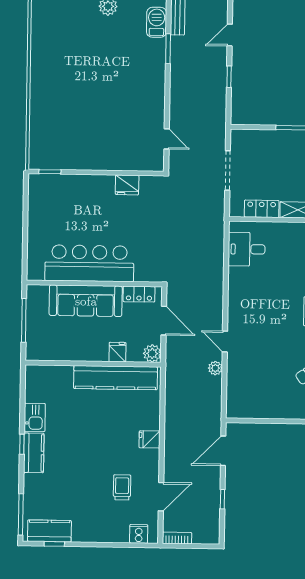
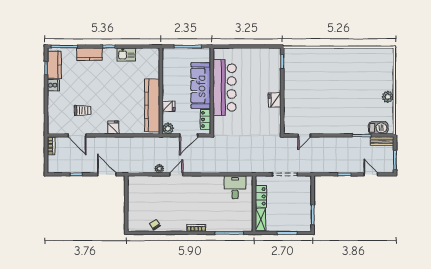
fridge: (127, 185) -> (275, 100), moved
kitchen counter: (34, 453) -> (89, 54), moved
cooker: (139, 534) -> (53, 85), moved

